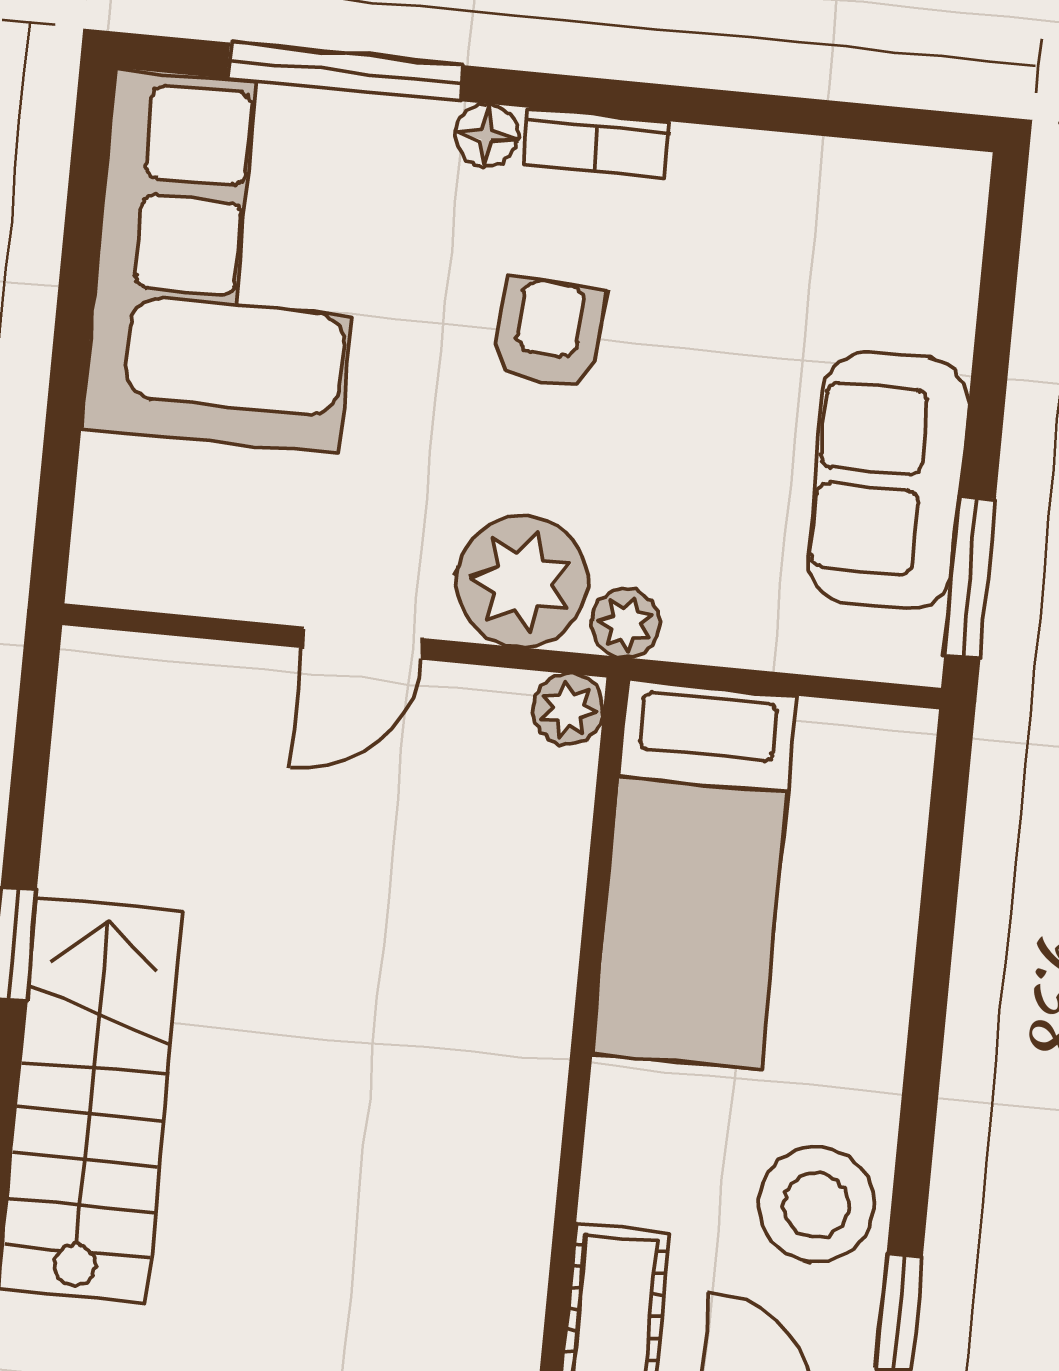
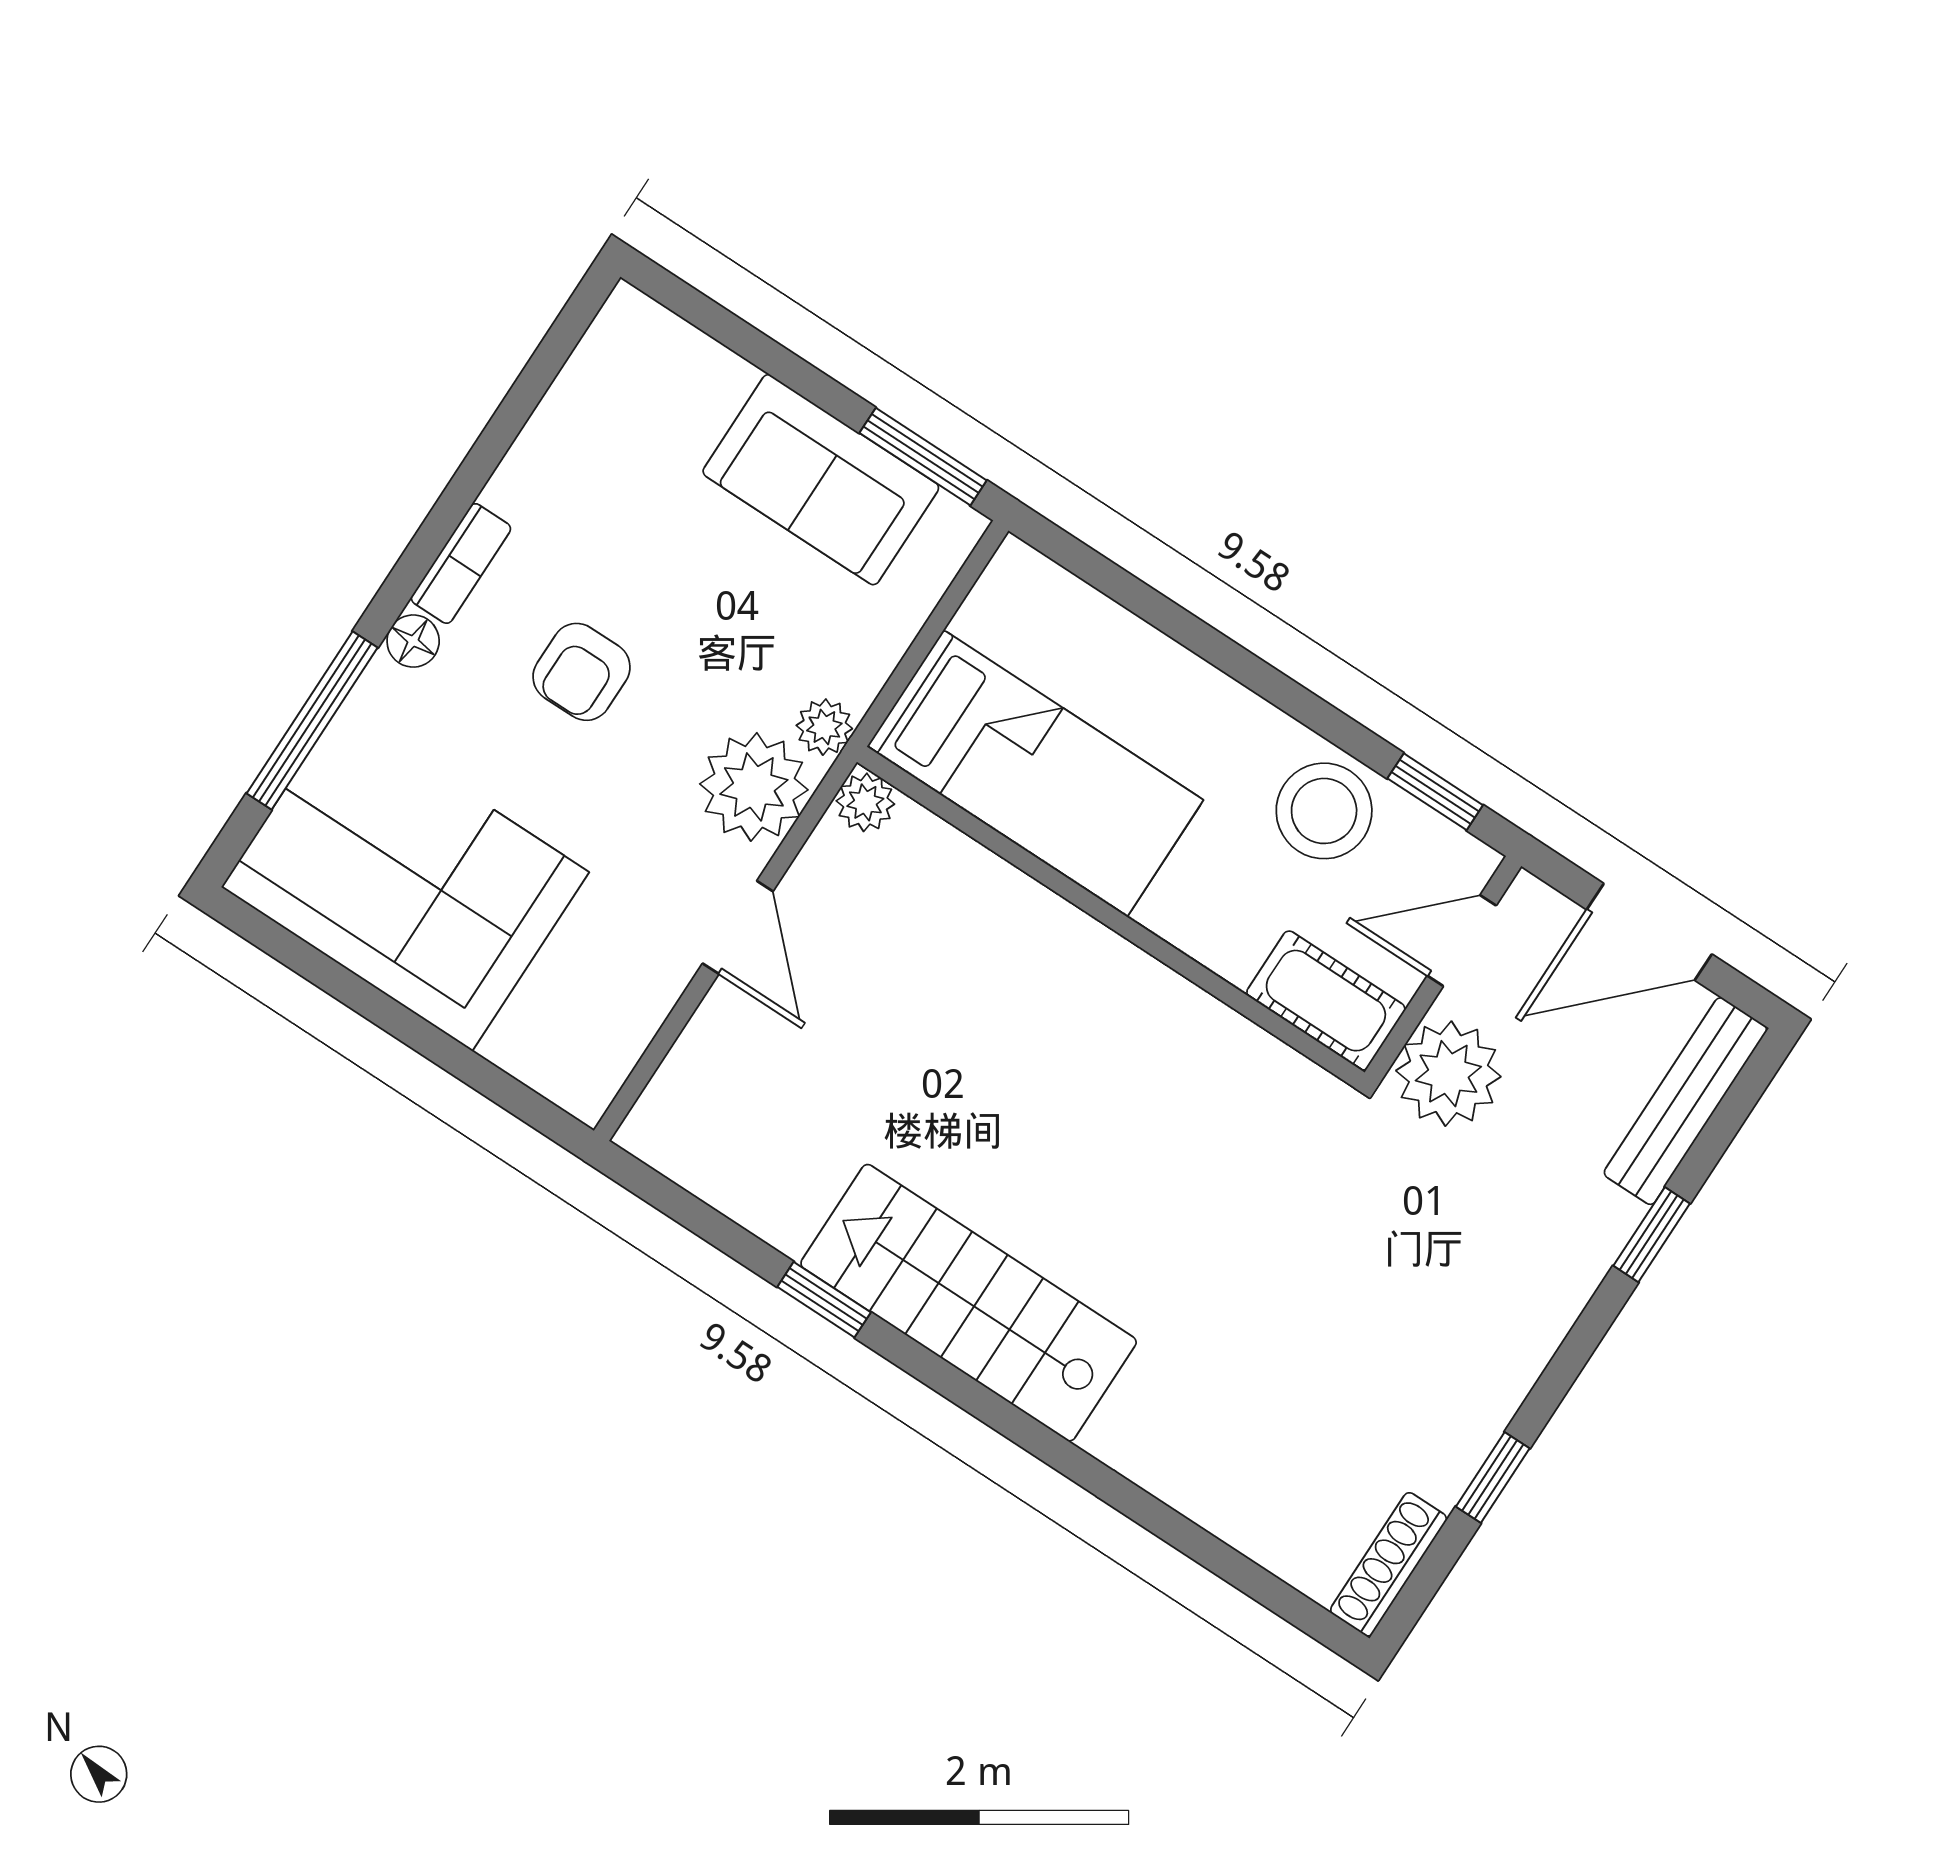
armchair: (548, 333) -> (582, 672), turned -94

